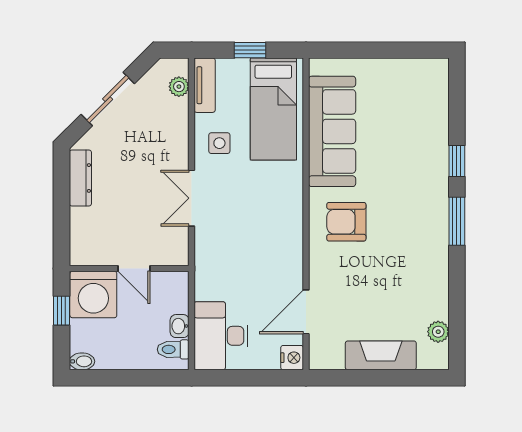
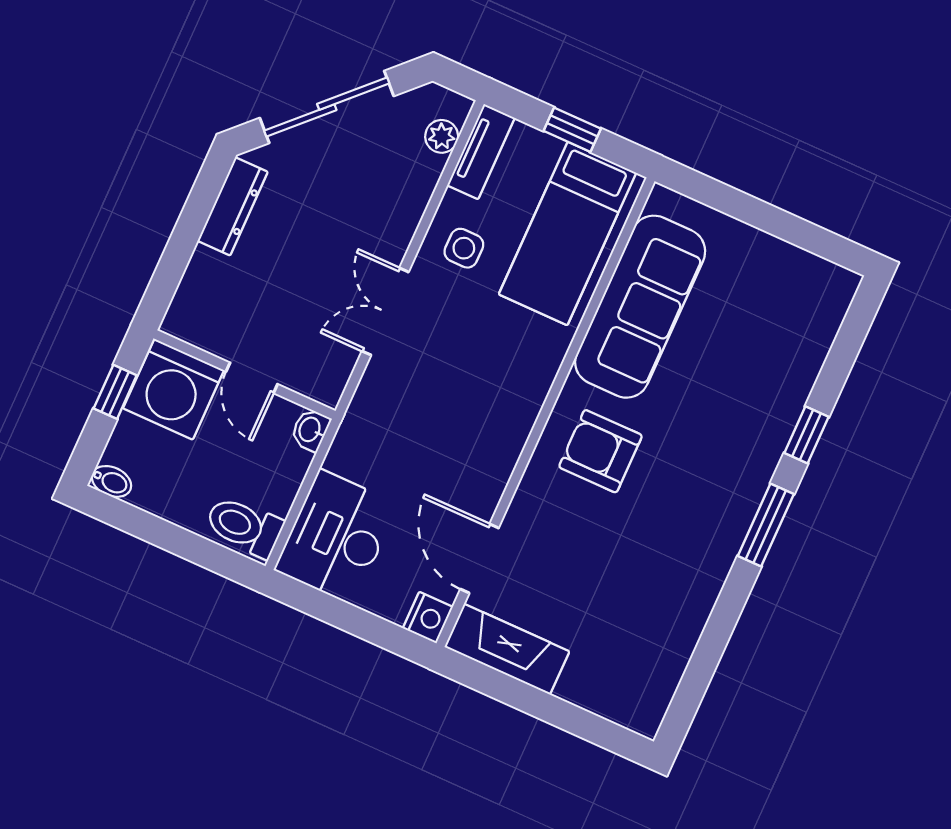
sliding door: (108, 99) -> (327, 107), width x1.37
door: (306, 312) -> (479, 559), hinge flipped
washbasin: (180, 326) -> (310, 430), moved
plant: (438, 332) -> (663, 677), removed
toilet: (173, 349) -> (244, 526), width x1.37, depth x1.39
fireplace: (381, 355) -> (507, 649), moved

